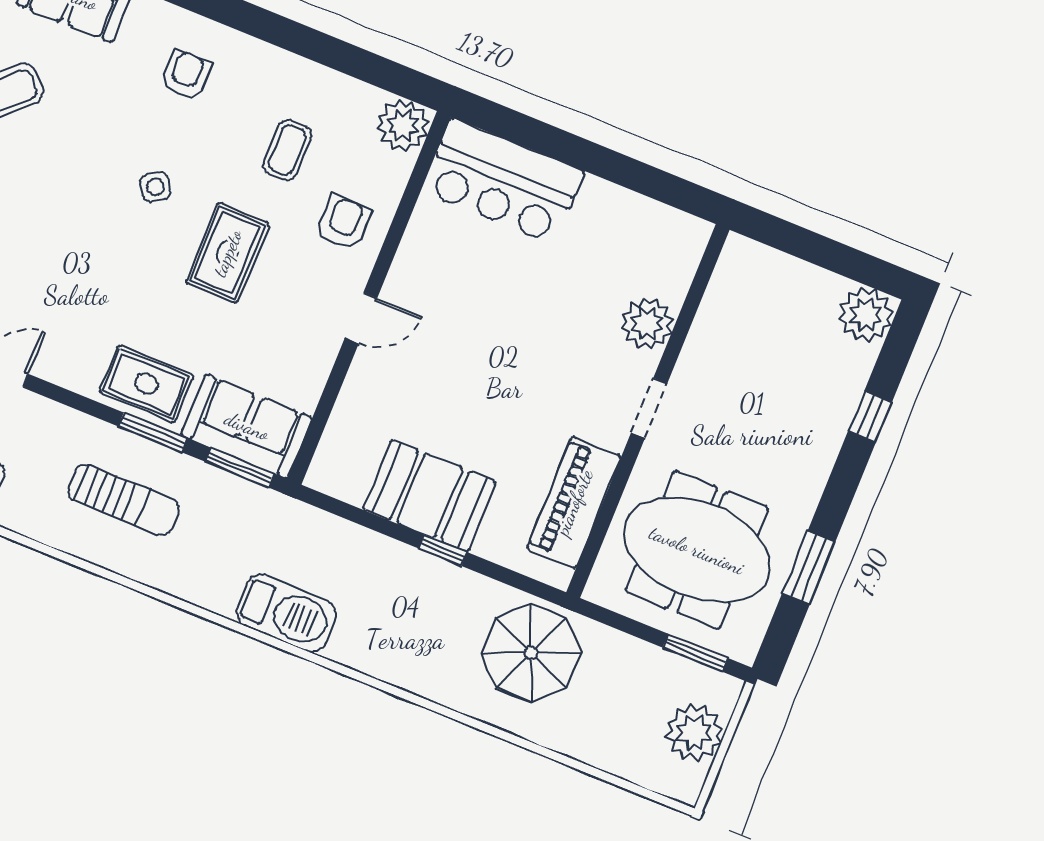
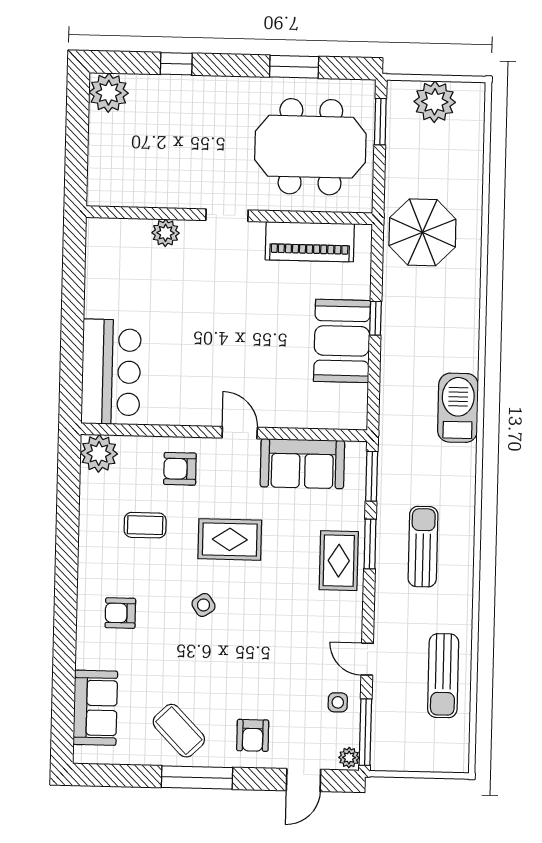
plant: (647, 324) -> (165, 233), width x0.73, depth x0.73
sofa: (247, 426) -> (302, 464), moved, turned -90
meeting table: (697, 550) -> (310, 147), turned 90

